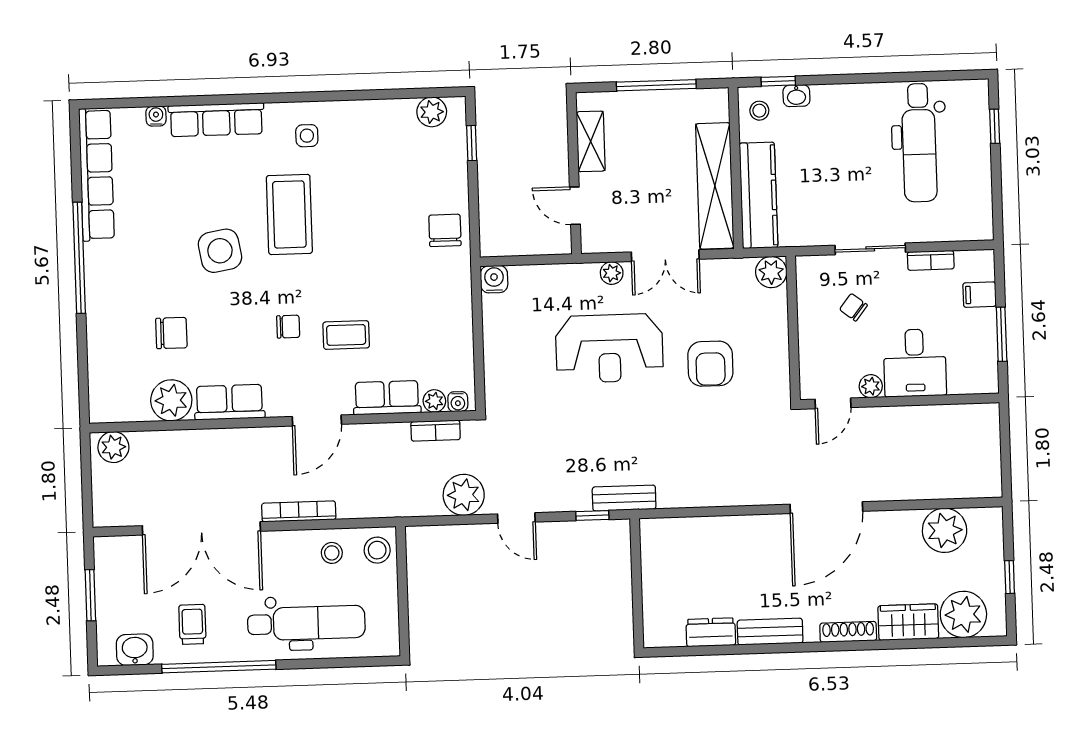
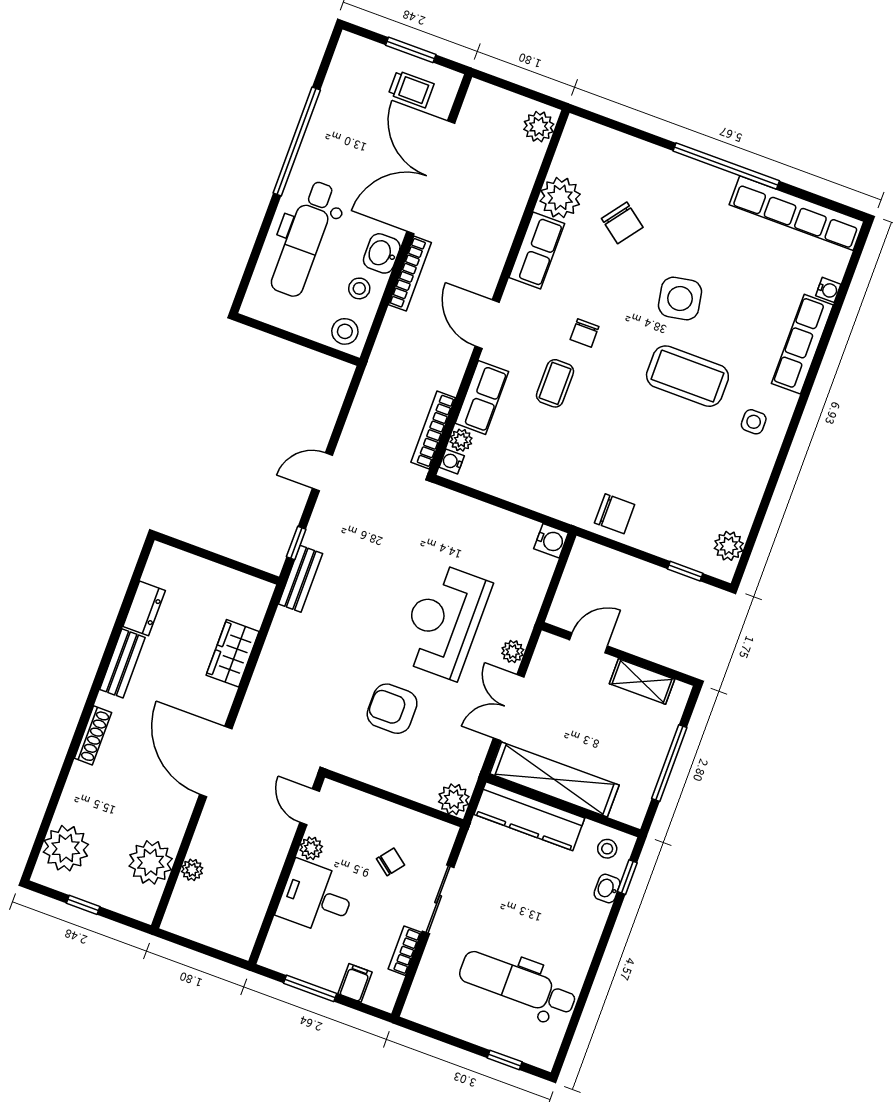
chair: (171, 333) -> (622, 223), turned -53
bookcase: (436, 431) -> (433, 430), width x1.56
plant: (464, 495) -> (192, 870), moved, width x0.53, depth x0.53
wardrobe: (908, 622) -> (233, 653), moved, turned 180
trolley: (192, 624) -> (411, 89), moved
washbasin: (135, 650) -> (382, 253), moved, turned 180

